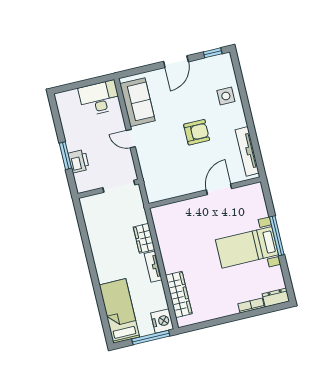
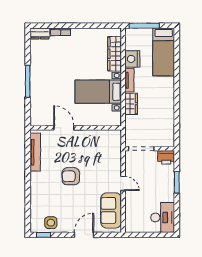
door: (176, 62) -> (84, 235), moved
side table: (226, 96) -> (51, 223), moved
desk: (99, 98) -> (163, 217), moved, turned -90
printer: (79, 161) -> (166, 157), moved, turned -90
door: (219, 189) -> (64, 128), swing flipped
bed with nightstands: (247, 247) -> (98, 92), moved, turned 180
nightstand: (162, 321) -> (132, 59), moved

